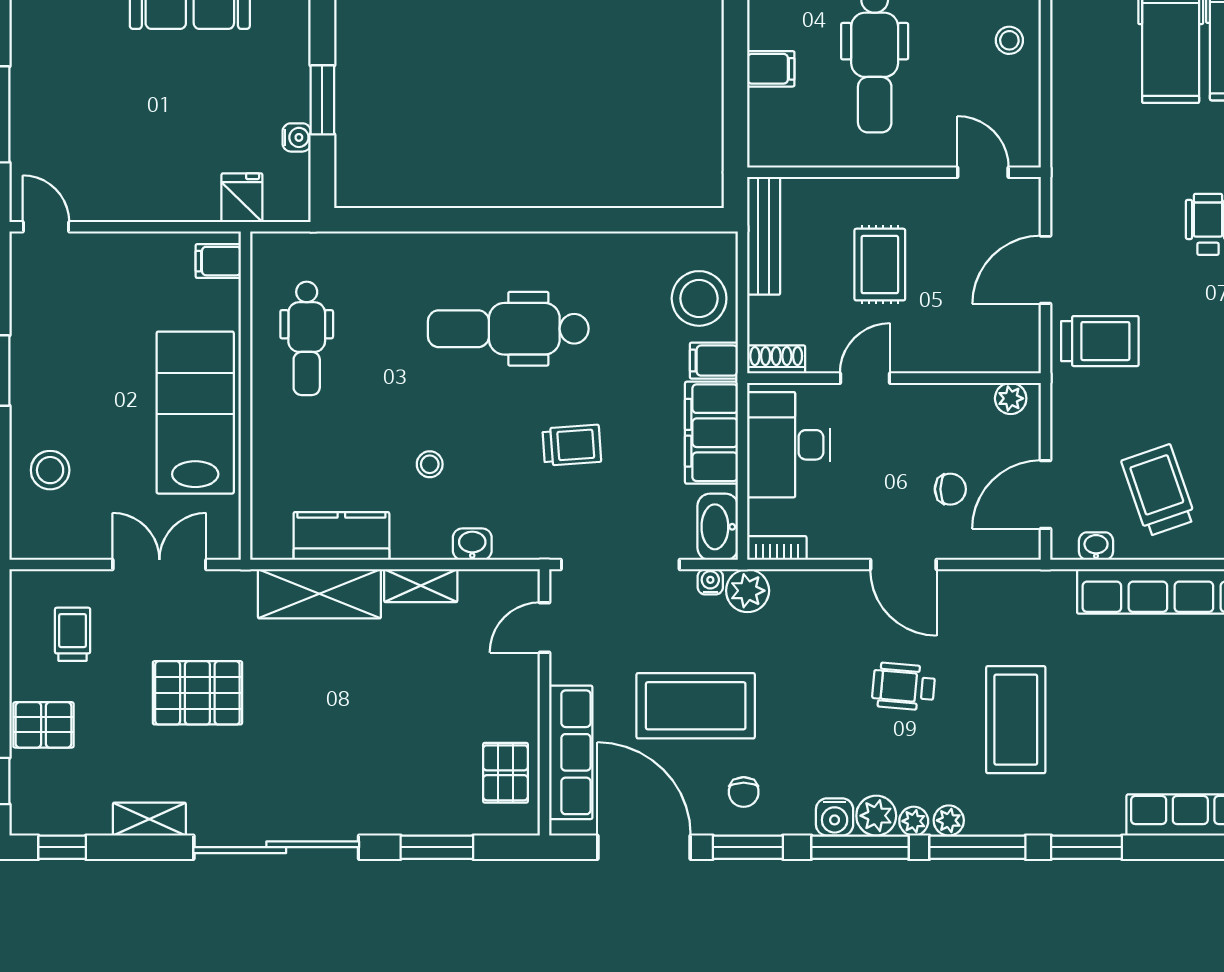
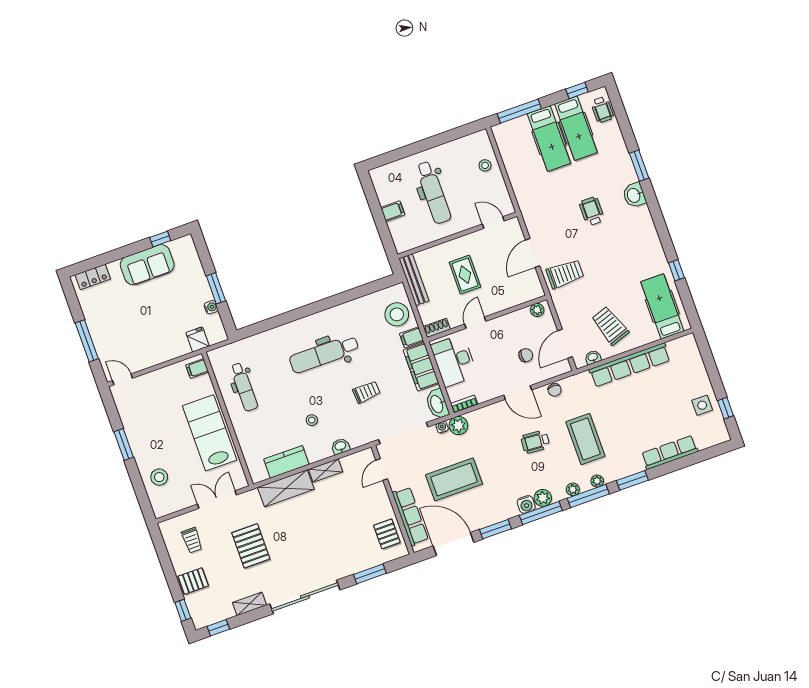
trolley: (73, 634) -> (192, 540), turned 180
pallet: (197, 693) -> (251, 546), turned 90
chair: (744, 792) -> (555, 390), moved
plant: (914, 821) -> (597, 481), moved

